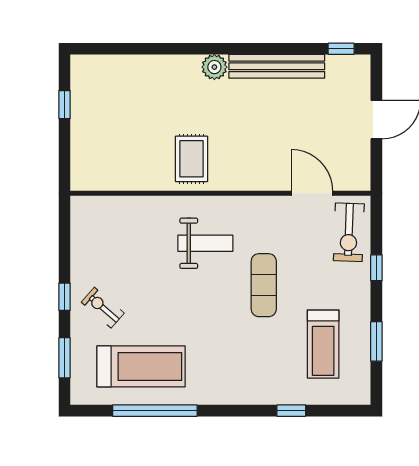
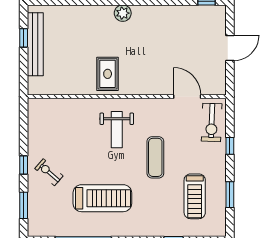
bench: (277, 66) -> (35, 44), moved, turned 90
weight bench: (205, 243) -> (117, 130), turned 90
treadmill: (141, 366) -> (102, 198), moved

